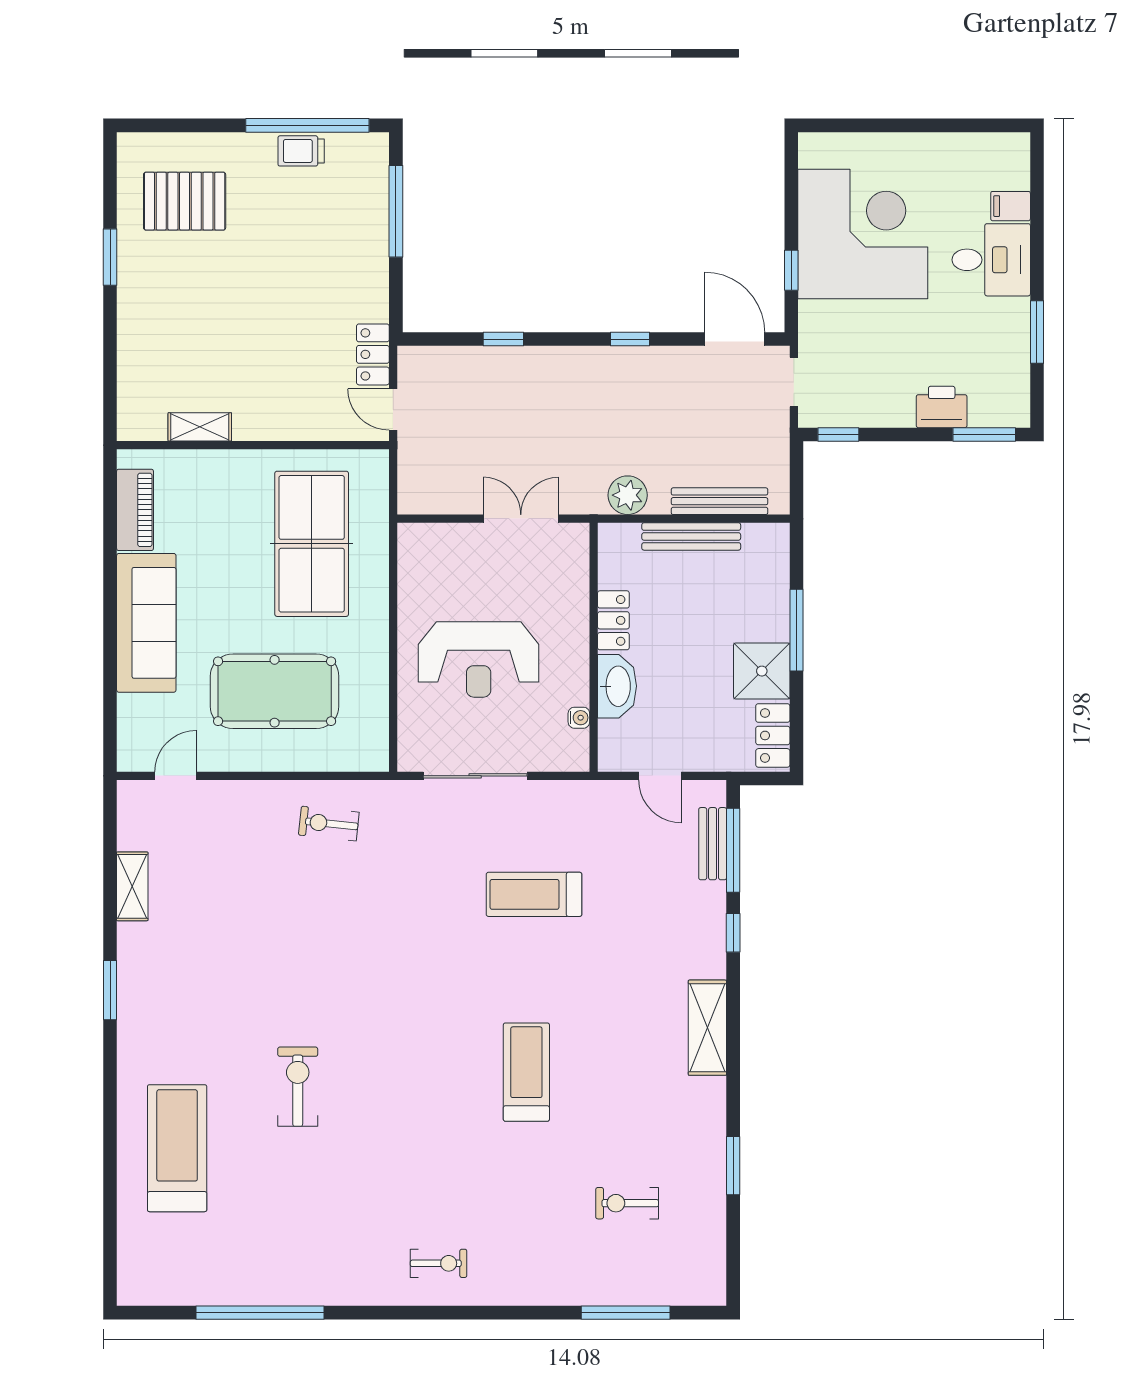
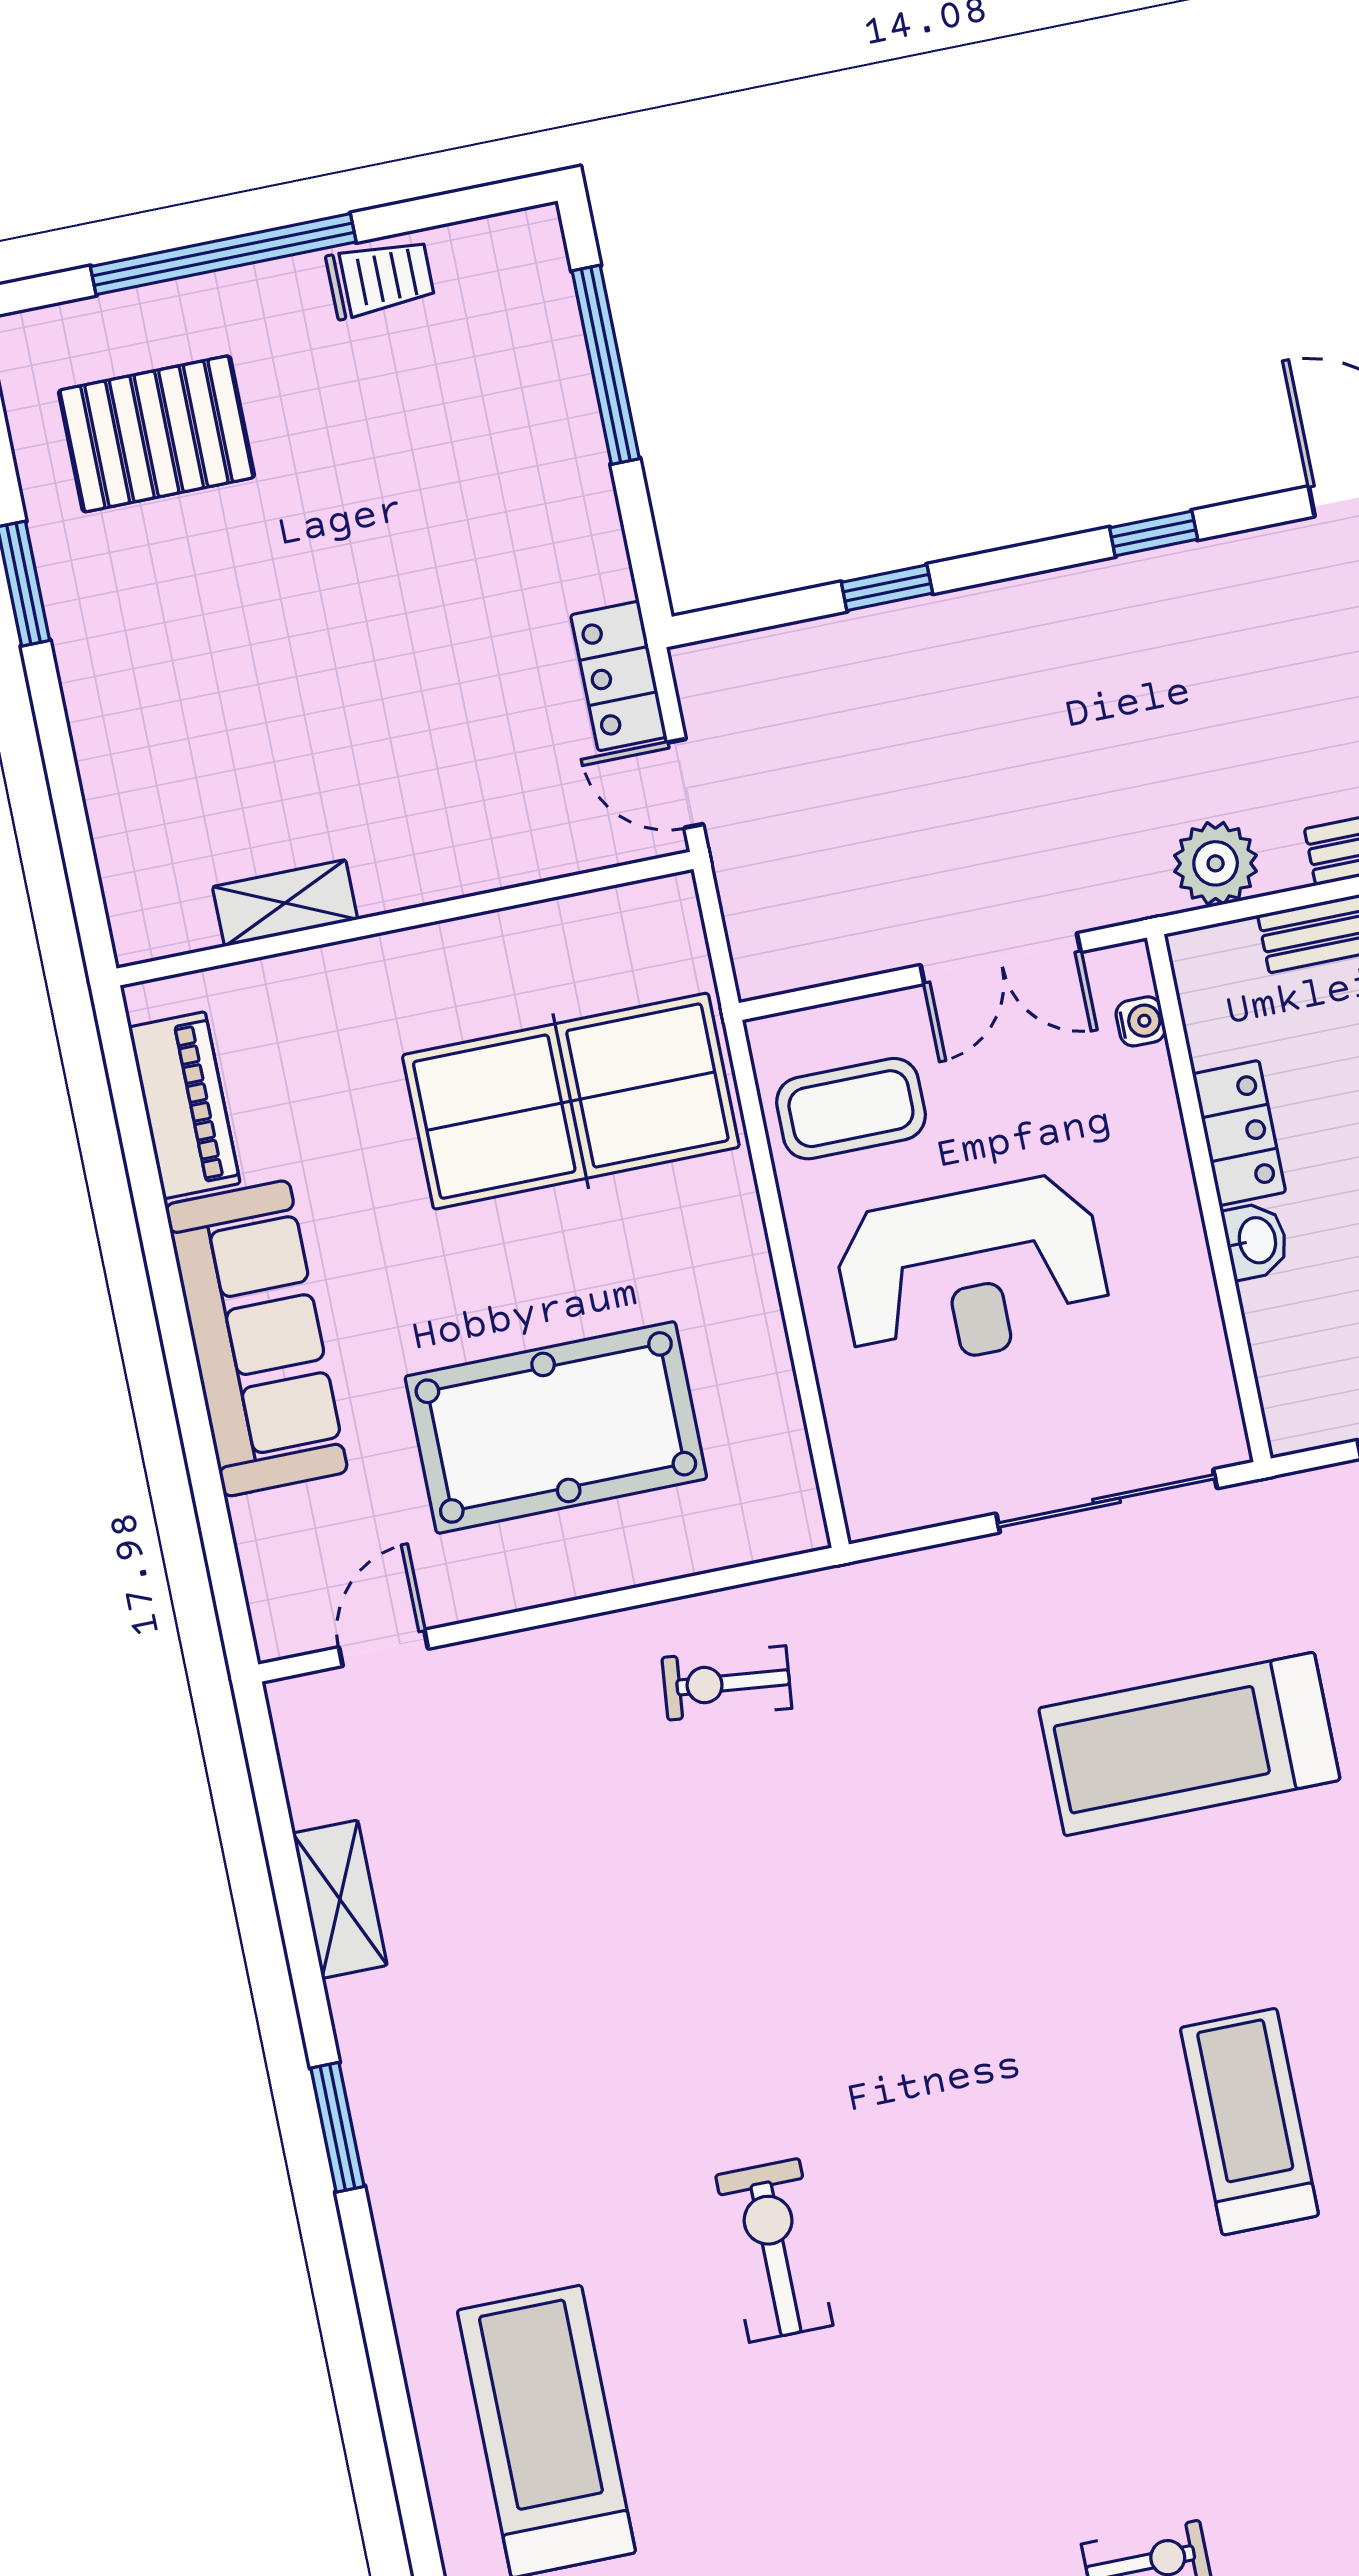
window: (307, 125) -> (223, 254), moved
trolley: (301, 151) -> (380, 278), turned 180
double door: (521, 519) -> (1001, 959), swing flipped
table tennis table: (312, 544) -> (571, 1101), turned 90
coffee table: (439, 573) -> (851, 1109), added
washbasin: (617, 686) -> (1256, 1241), width x0.52, depth x0.69
water cooler: (579, 718) -> (1141, 1021), moved
sliding door: (475, 776) -> (1107, 1501), moved
treadmill: (534, 894) -> (1189, 1744), width x1.37, depth x1.37

